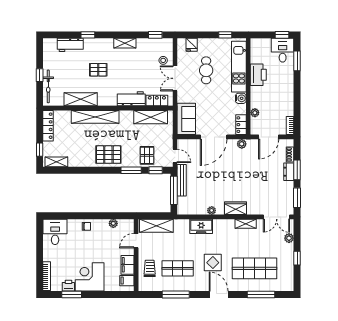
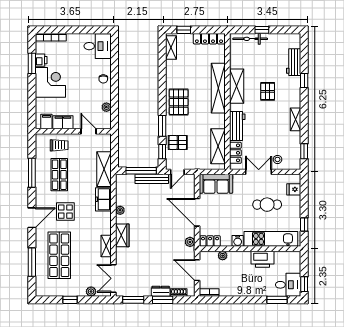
shelving: (81, 99) -> (237, 86), moved
shelving: (156, 226) -> (104, 169), moved

